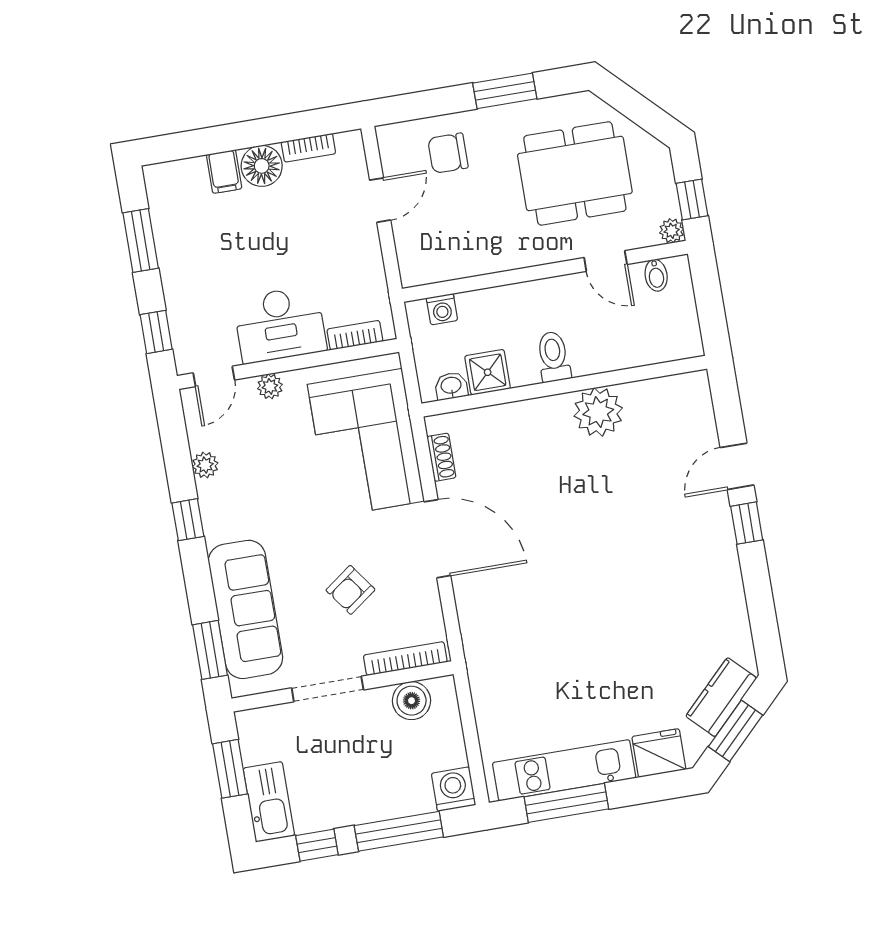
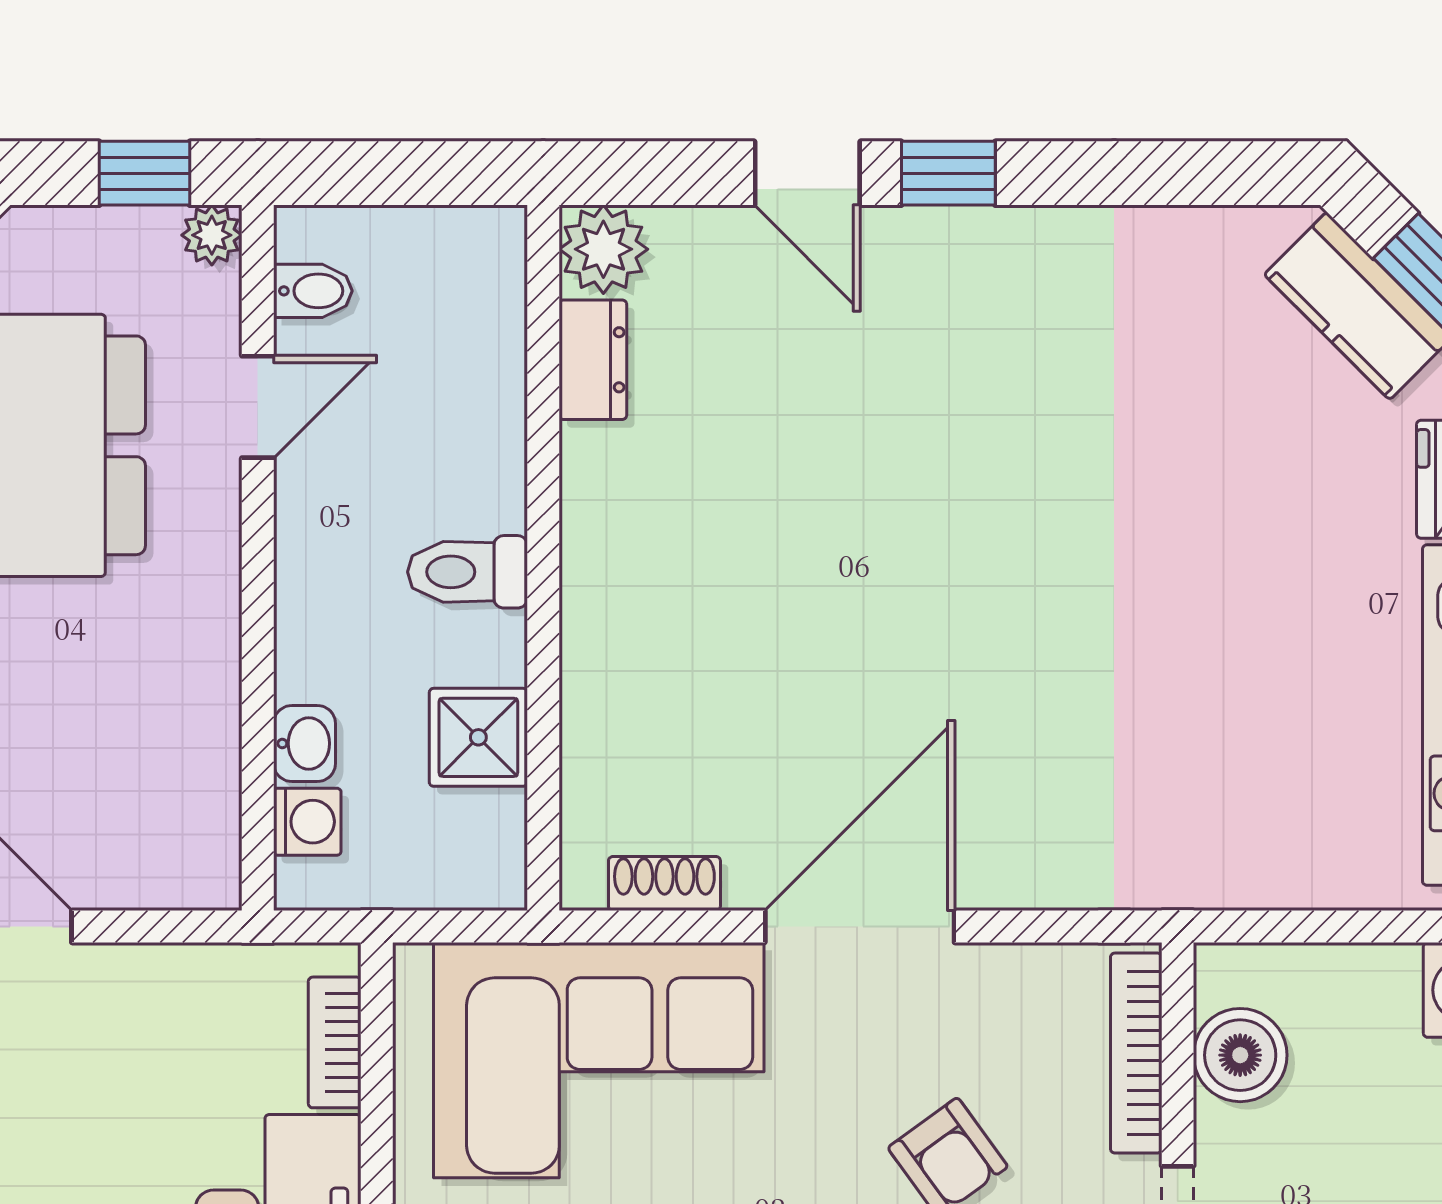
washbasin: (451, 386) -> (305, 743), moved, turned 180
dresser: (647, 393) -> (593, 360), added
plant: (598, 412) -> (603, 249), moved, width x0.73, depth x0.73

